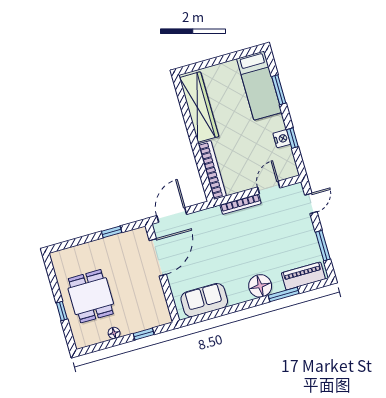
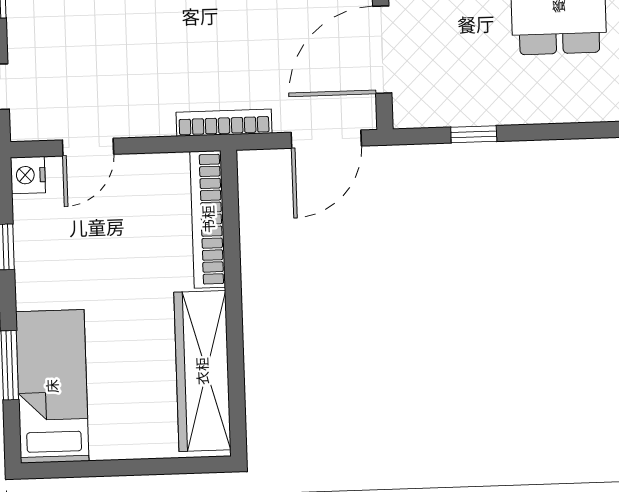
nightstand: (282, 139) -> (28, 175), moved
bookcase: (241, 204) -> (224, 123), moved

